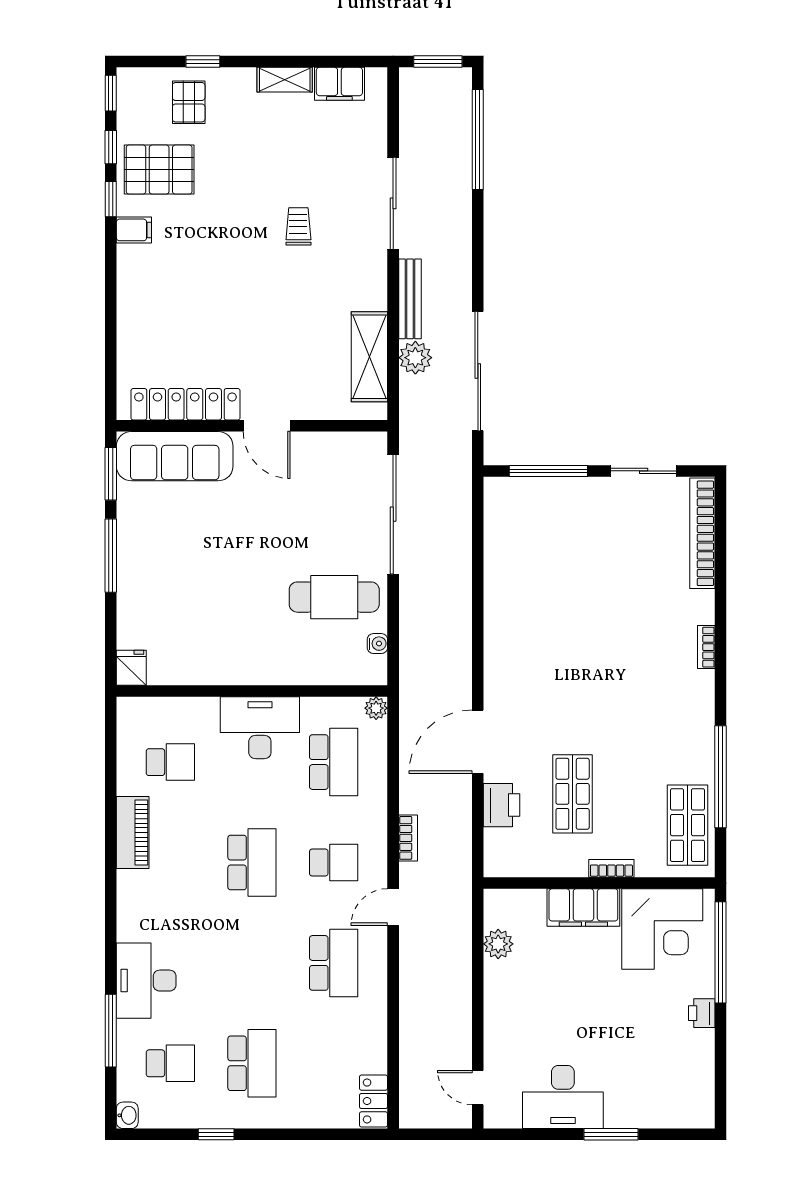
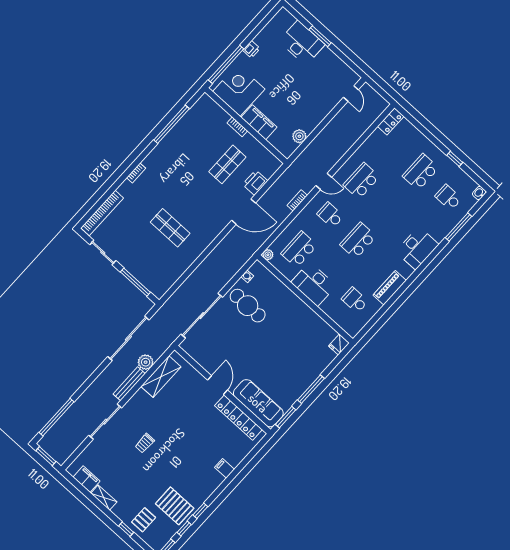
filing cabinet: (134, 230) -> (224, 468), moved
shop shelf: (688, 825) -> (170, 228), moved, turned 90
desk: (146, 981) -> (417, 248), moved
desk: (563, 1097) -> (302, 43), moved

